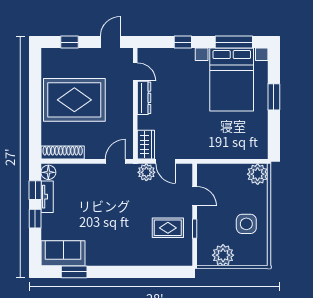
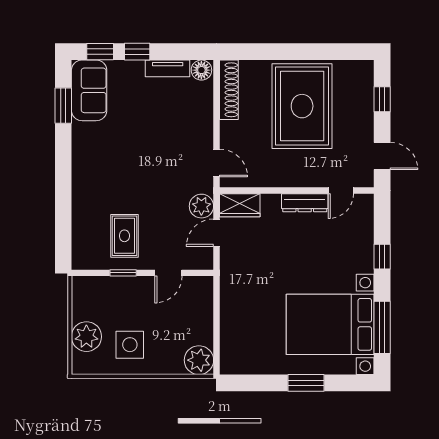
window: (35, 190) -> (100, 52), moved
plant: (223, 255) -> (86, 337), moved

